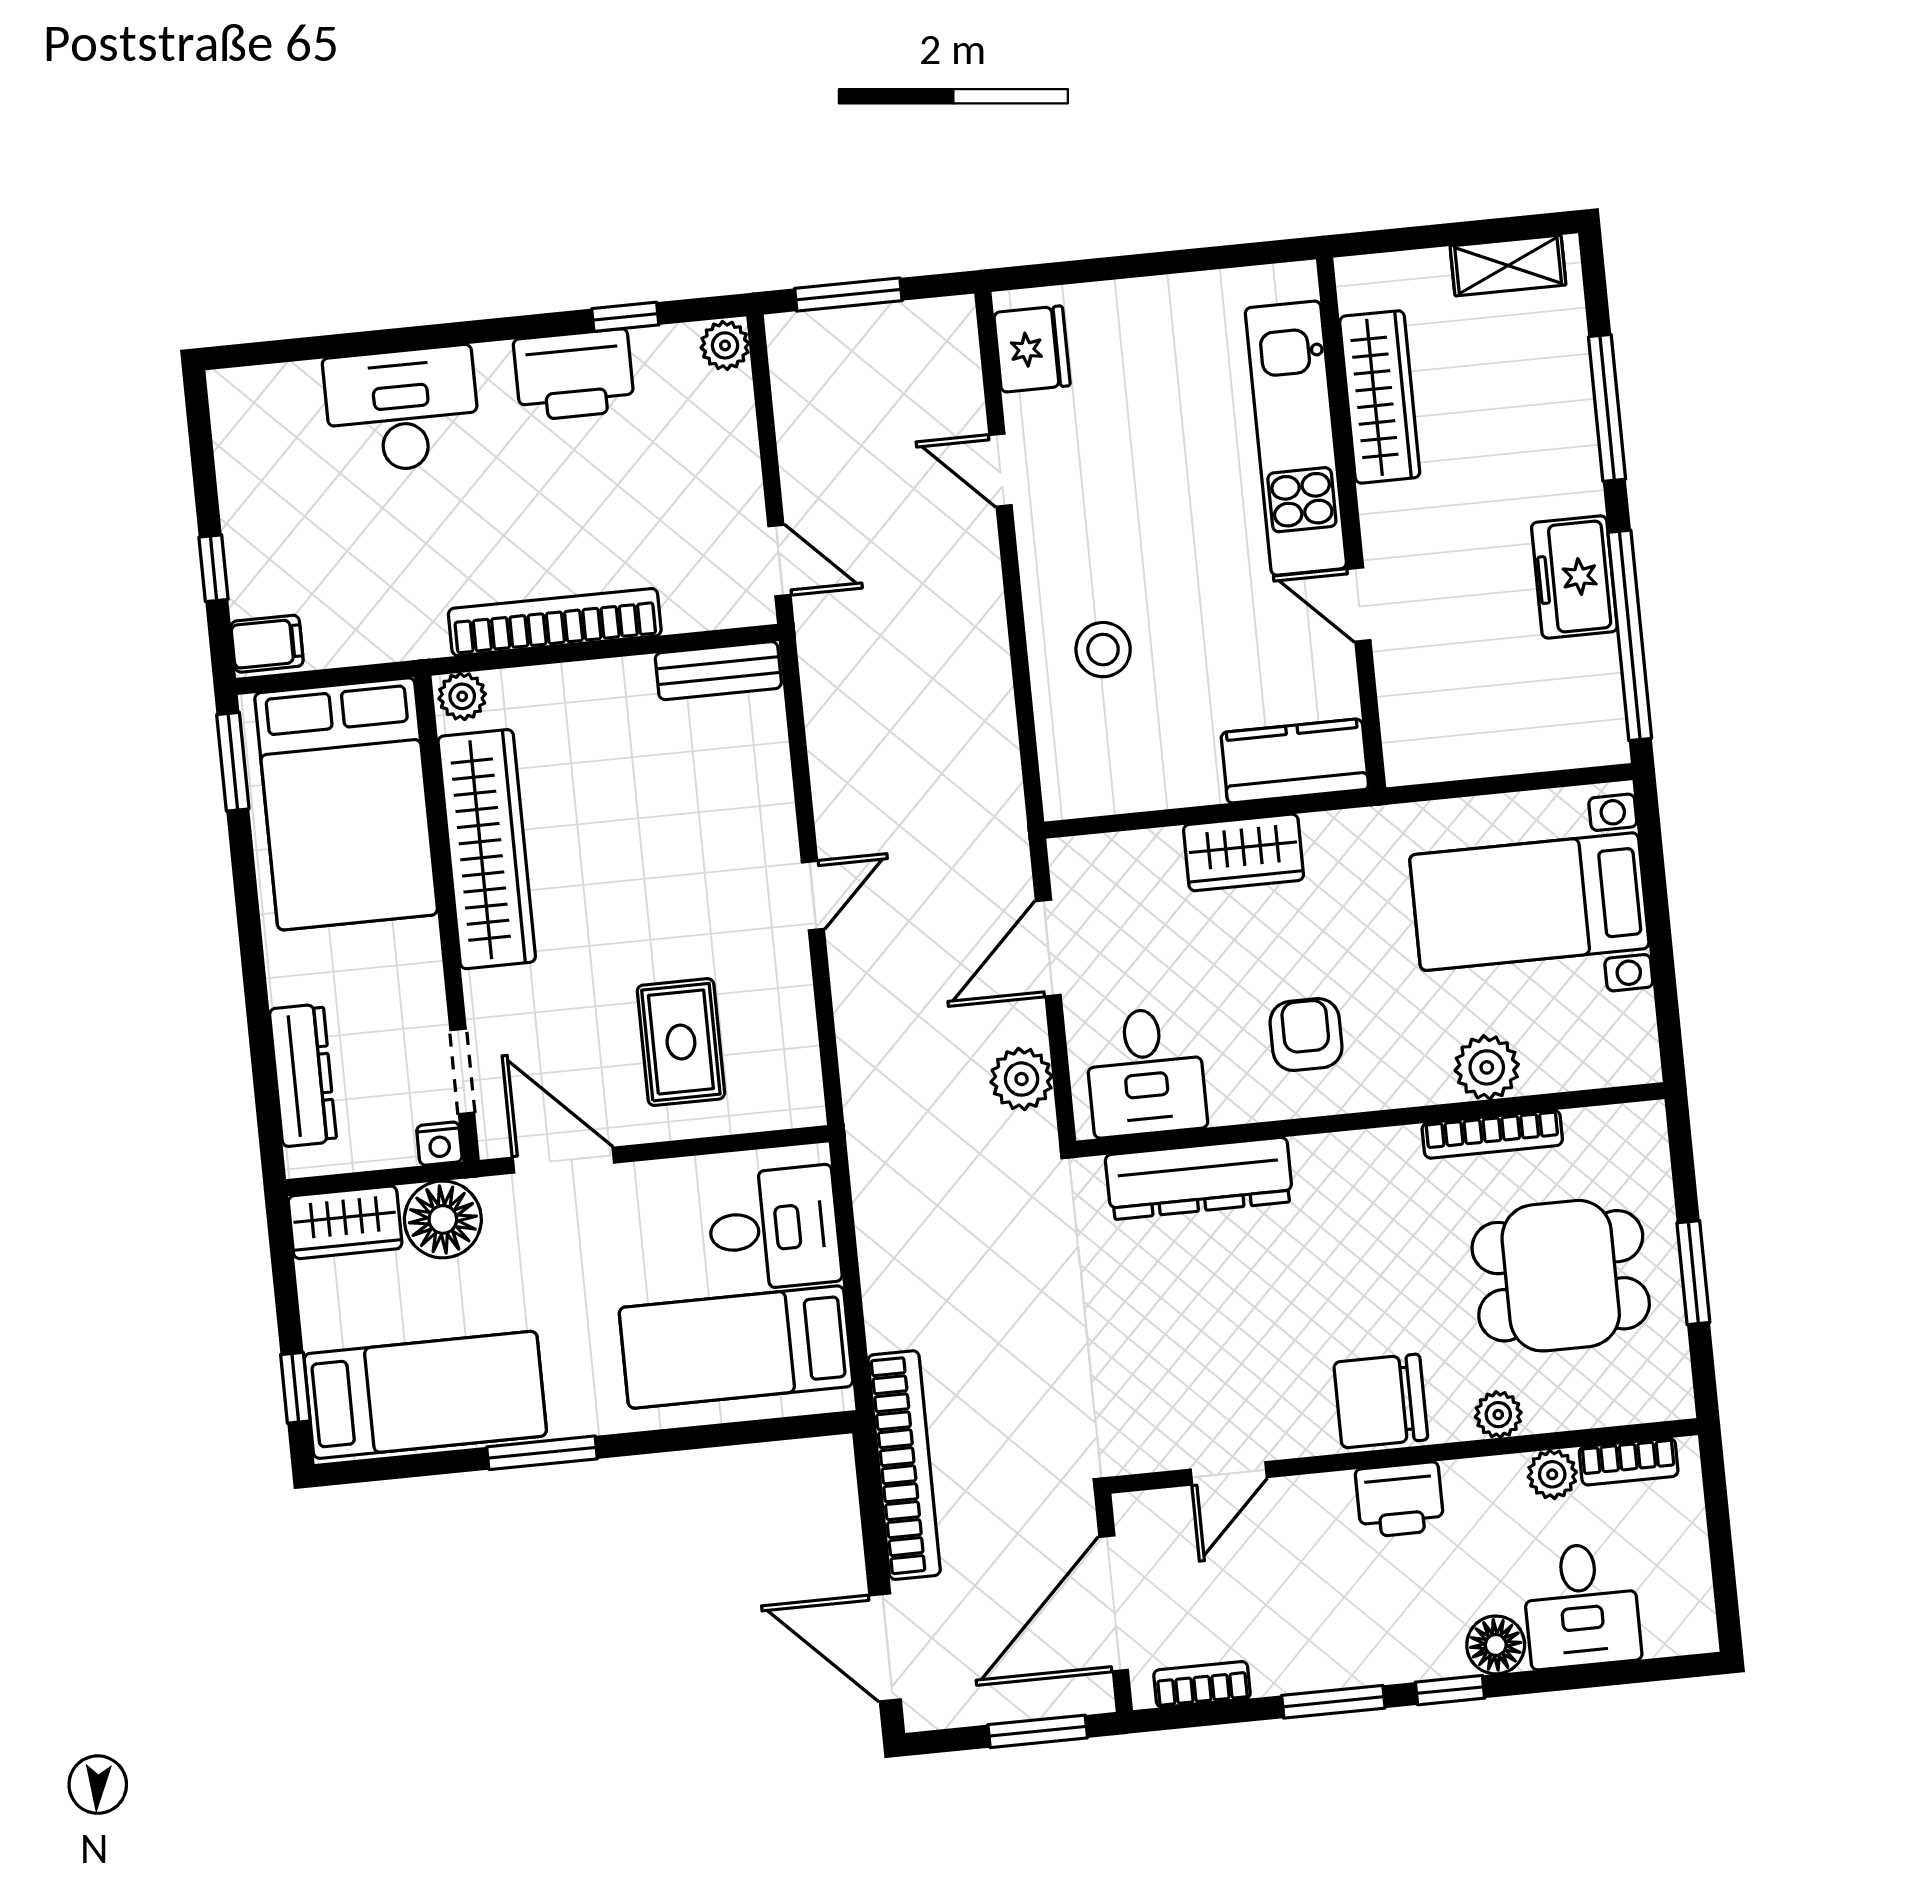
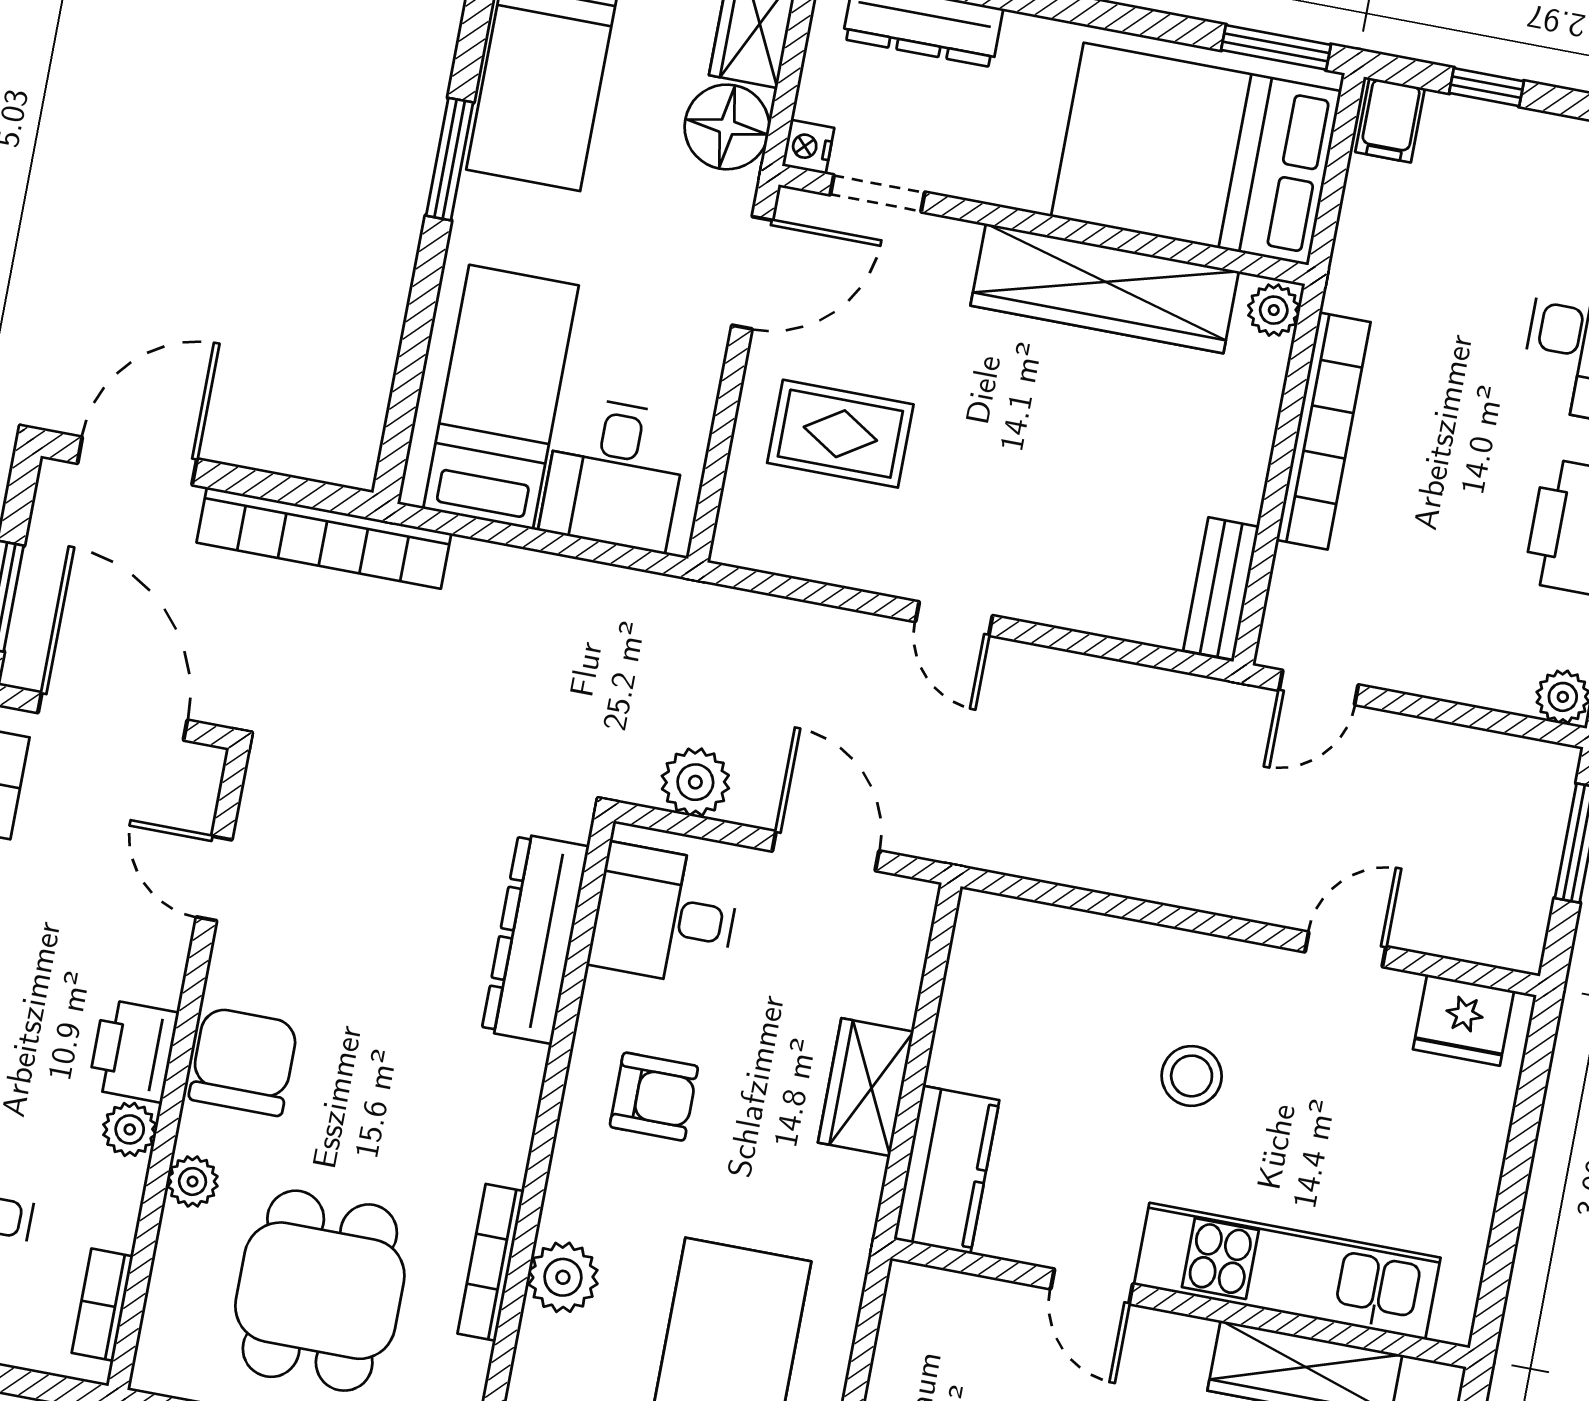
door: (1359, 605) -> (1092, 1286), swing flipped
stool: (1103, 650) -> (1192, 1076), moved
plant: (1552, 1474) -> (130, 1129), moved

